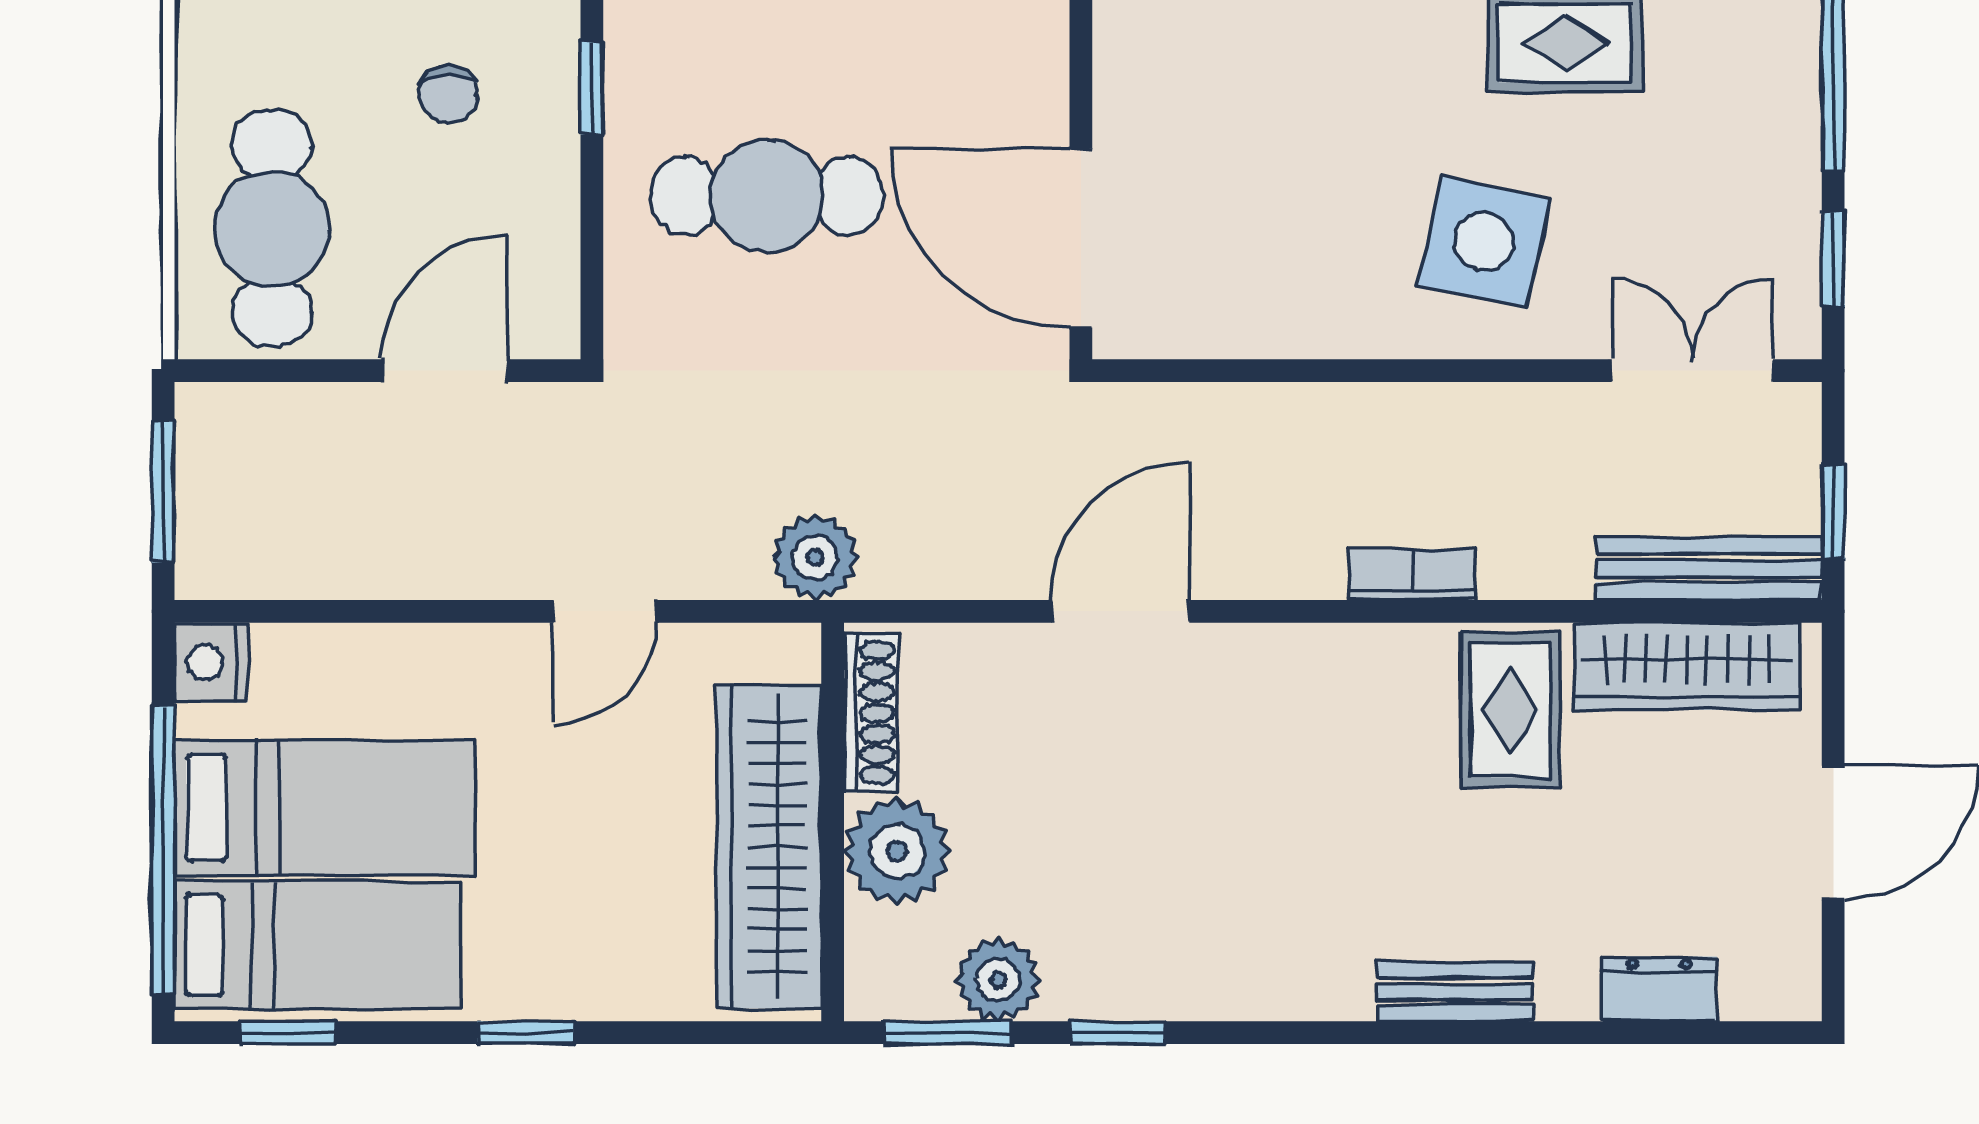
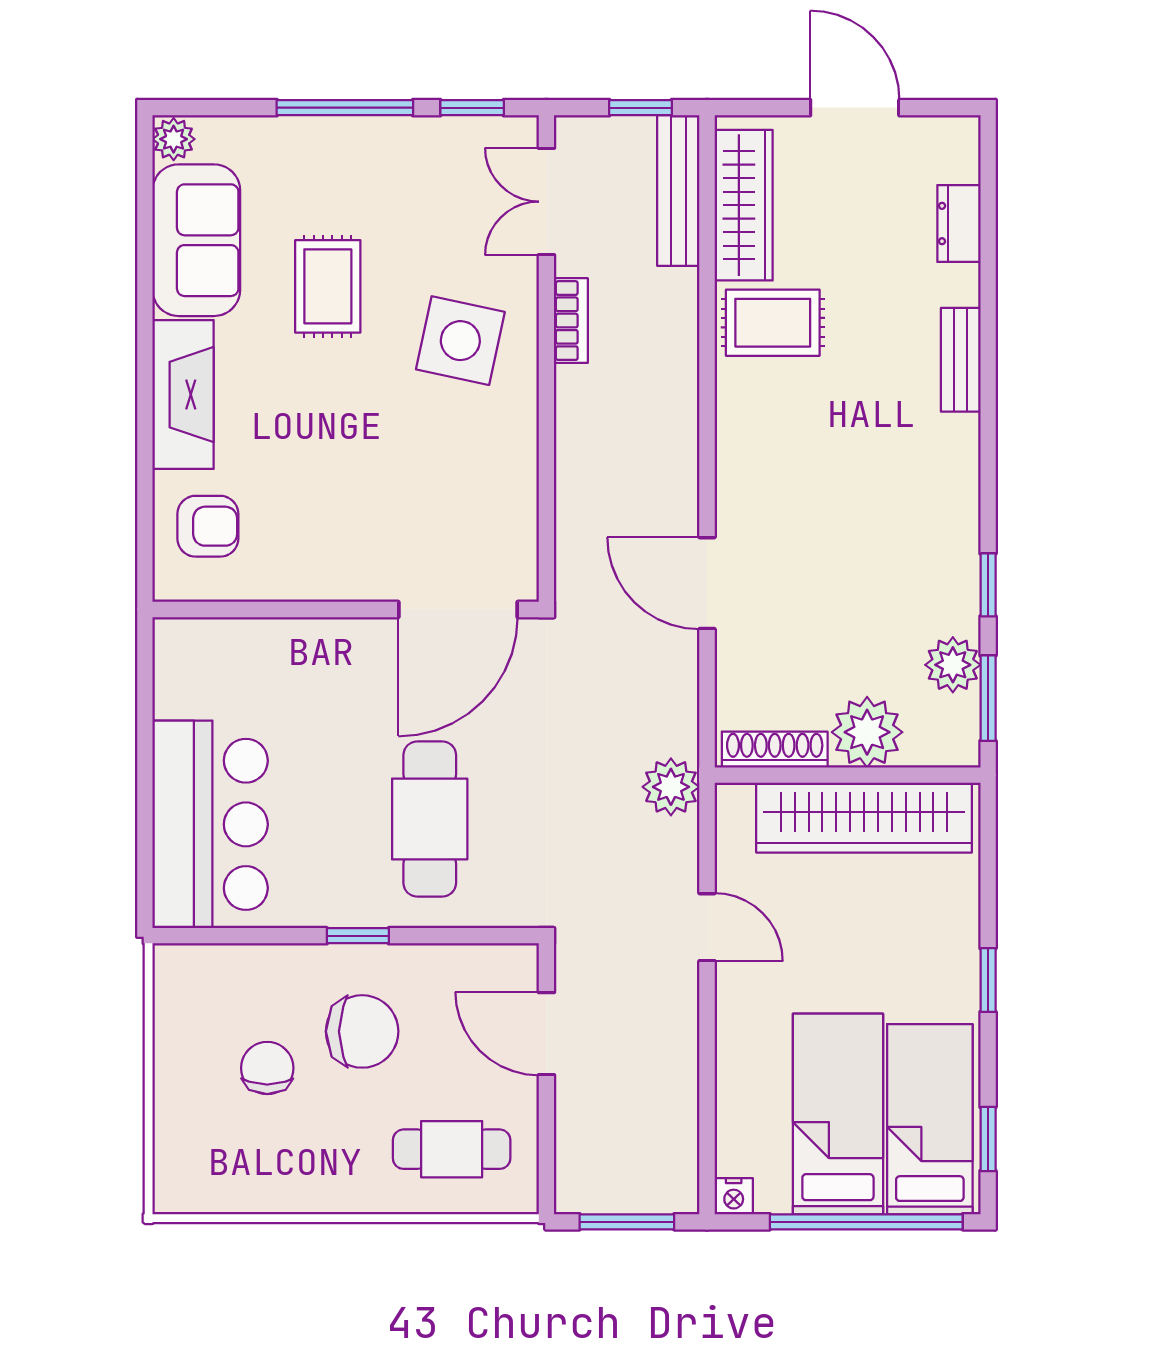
chair: (448, 95) -> (362, 1031), width x1.87, depth x1.87
cafe table: (272, 229) -> (452, 1149), width x0.73, depth x0.74
bookcase: (1412, 575) -> (571, 321), moved, turned 180
nightstand: (211, 662) -> (734, 1196), width x0.72, depth x0.74

